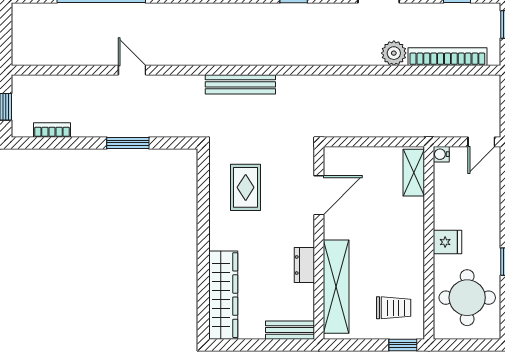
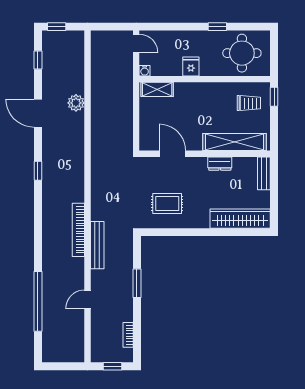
bookcase: (447, 57) -> (78, 230), moved
door: (132, 70) -> (87, 299), moved
bench: (240, 84) -> (97, 245), moved
fridge: (447, 242) -> (191, 66), moved
trolley: (394, 308) -> (249, 103), turned 90

